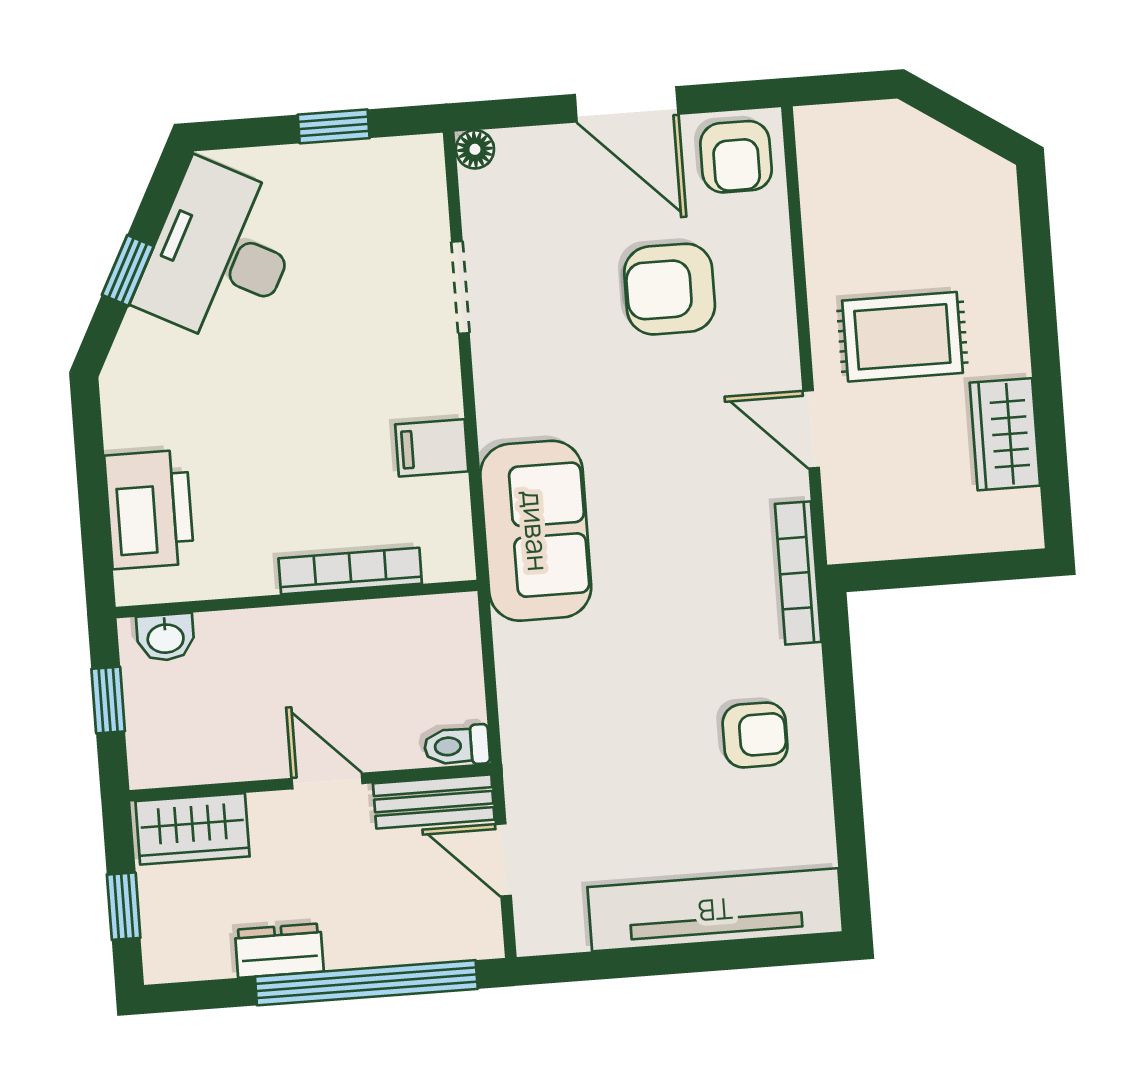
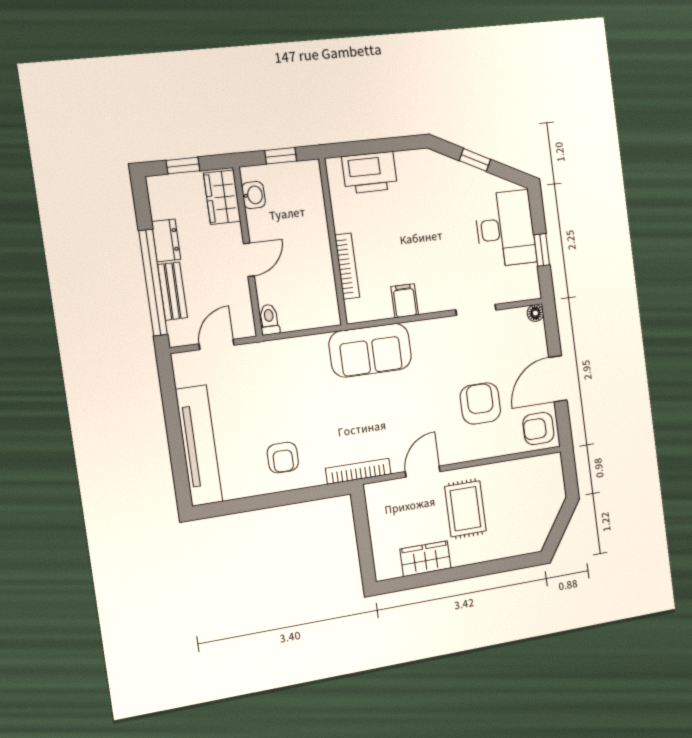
desk: (220, 254) -> (505, 229), moved, turned 63
washbasin: (166, 637) -> (254, 195), moved, turned 180
bench: (434, 802) -> (172, 291), moved

